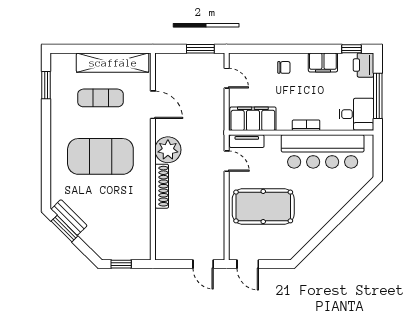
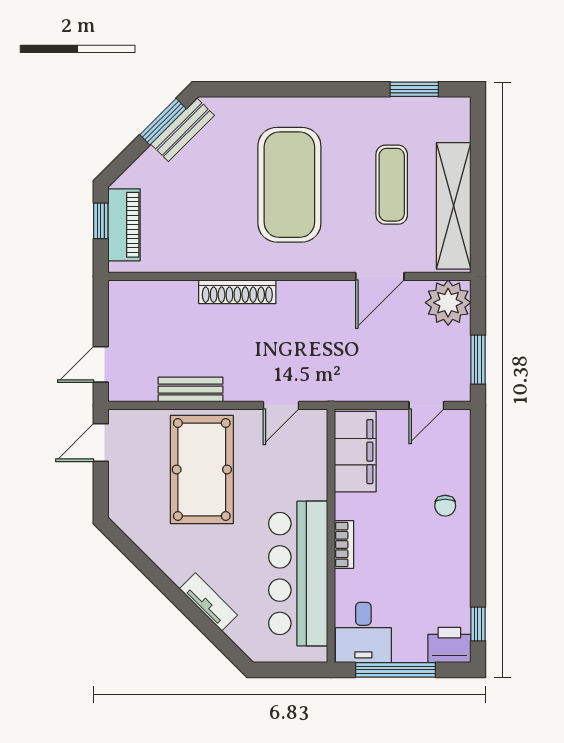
filing cabinet: (323, 62) -> (454, 574), removed
tv unit: (247, 141) -> (208, 602), moved, turned 135
plant: (168, 150) -> (448, 303), moved
bench: (218, 213) -> (191, 390), added
piano: (123, 251) -> (124, 225), added

